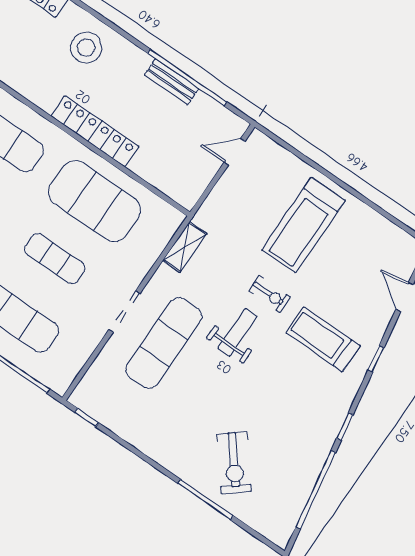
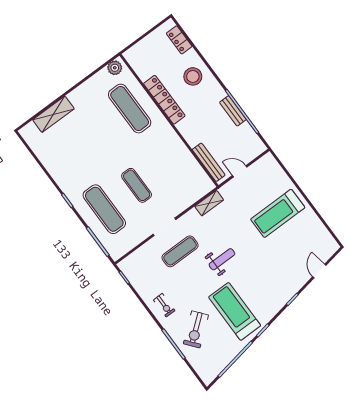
locker: (95, 131) -> (164, 100), moved
door: (235, 152) -> (240, 171), moved
bench: (161, 180) -> (209, 162), added
exercise mat: (95, 201) -> (169, 161), removed
exercise bike: (269, 294) -> (164, 305), moved
treadmill: (323, 339) -> (235, 311), moved, width x1.37, depth x1.38
exercise mat: (164, 343) -> (180, 251), width x0.73, depth x0.69

